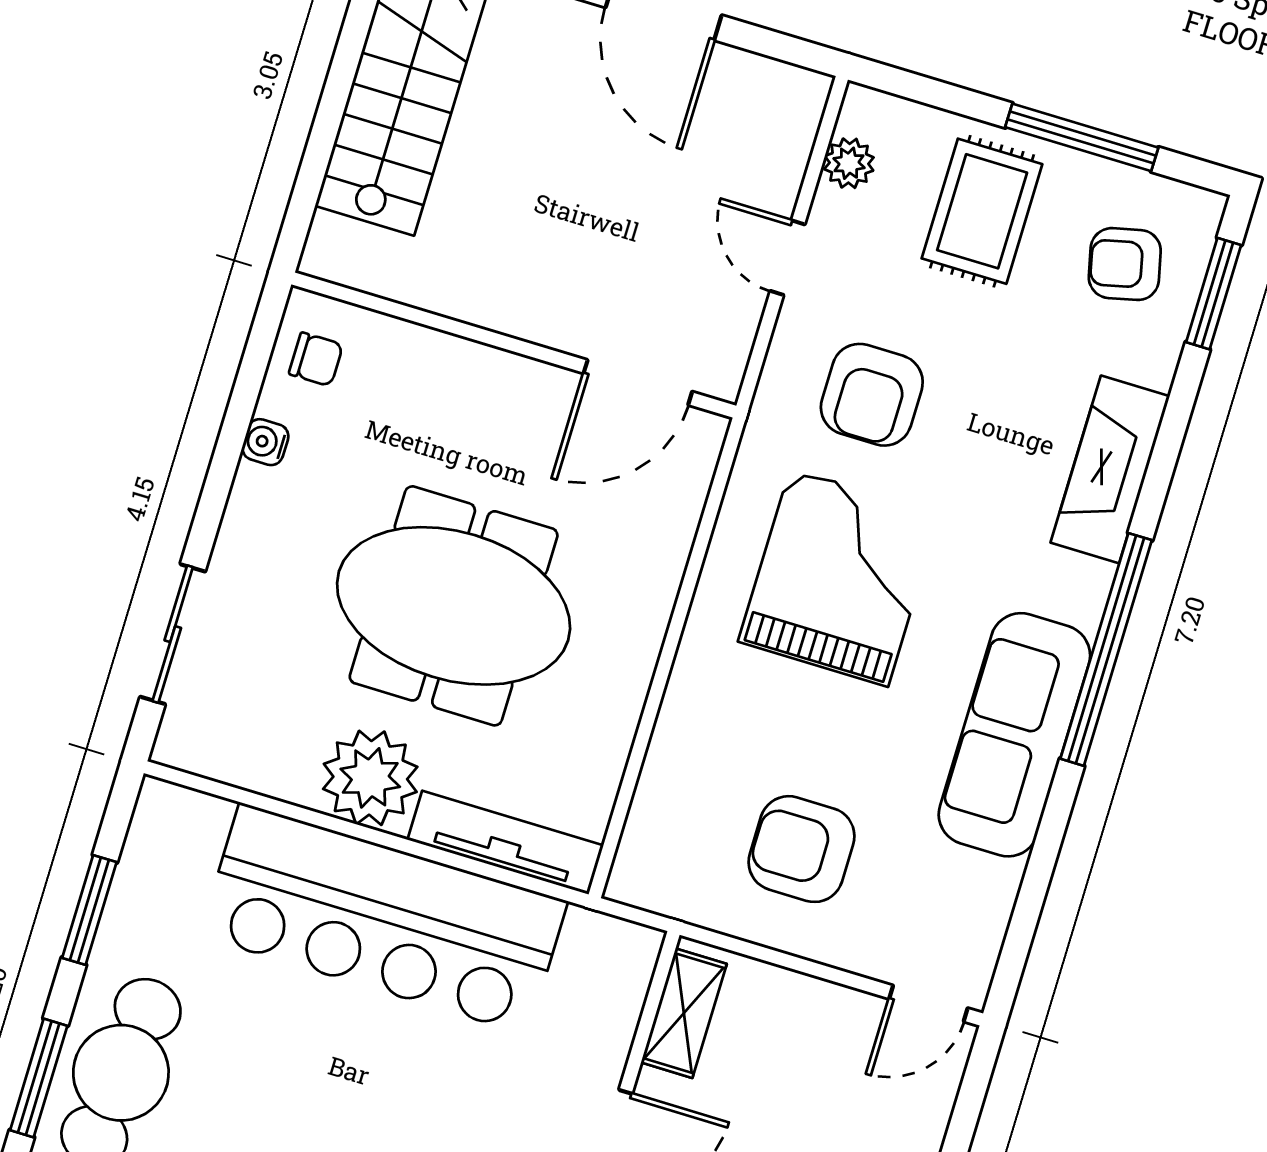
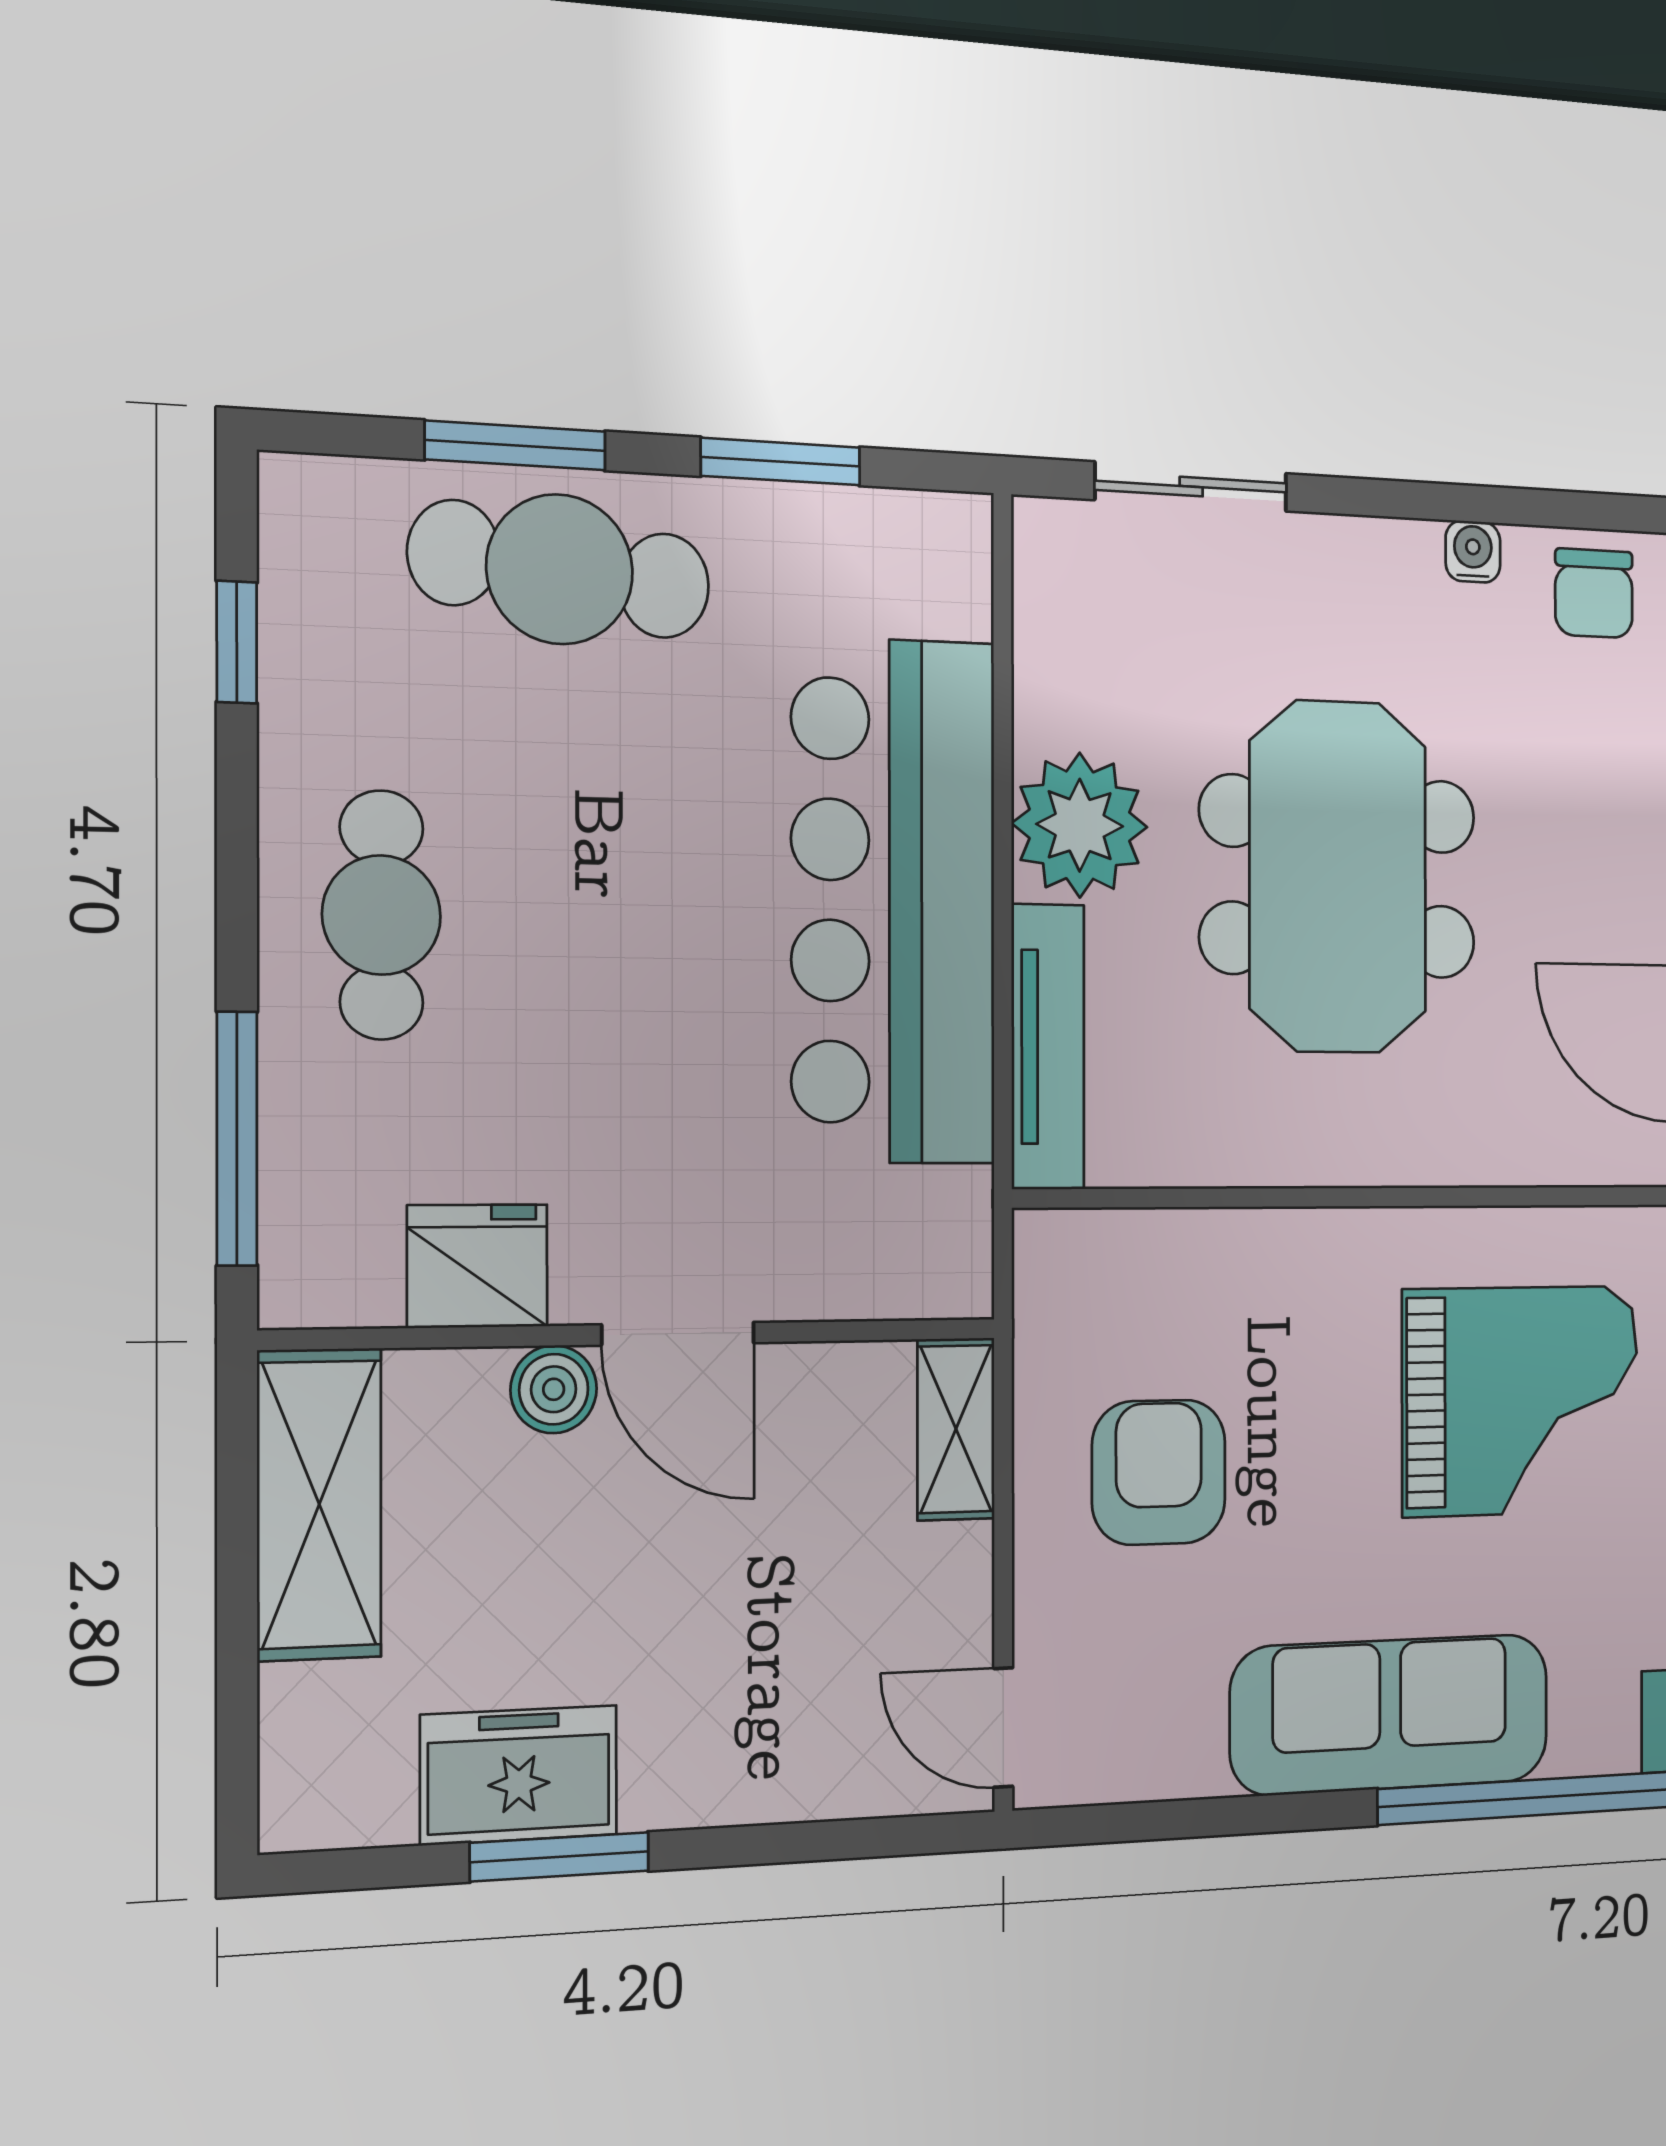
chair: (316, 359) -> (1594, 593), width x1.37, depth x1.37
shelving: (684, 1013) -> (956, 1429), moved, turned 90

